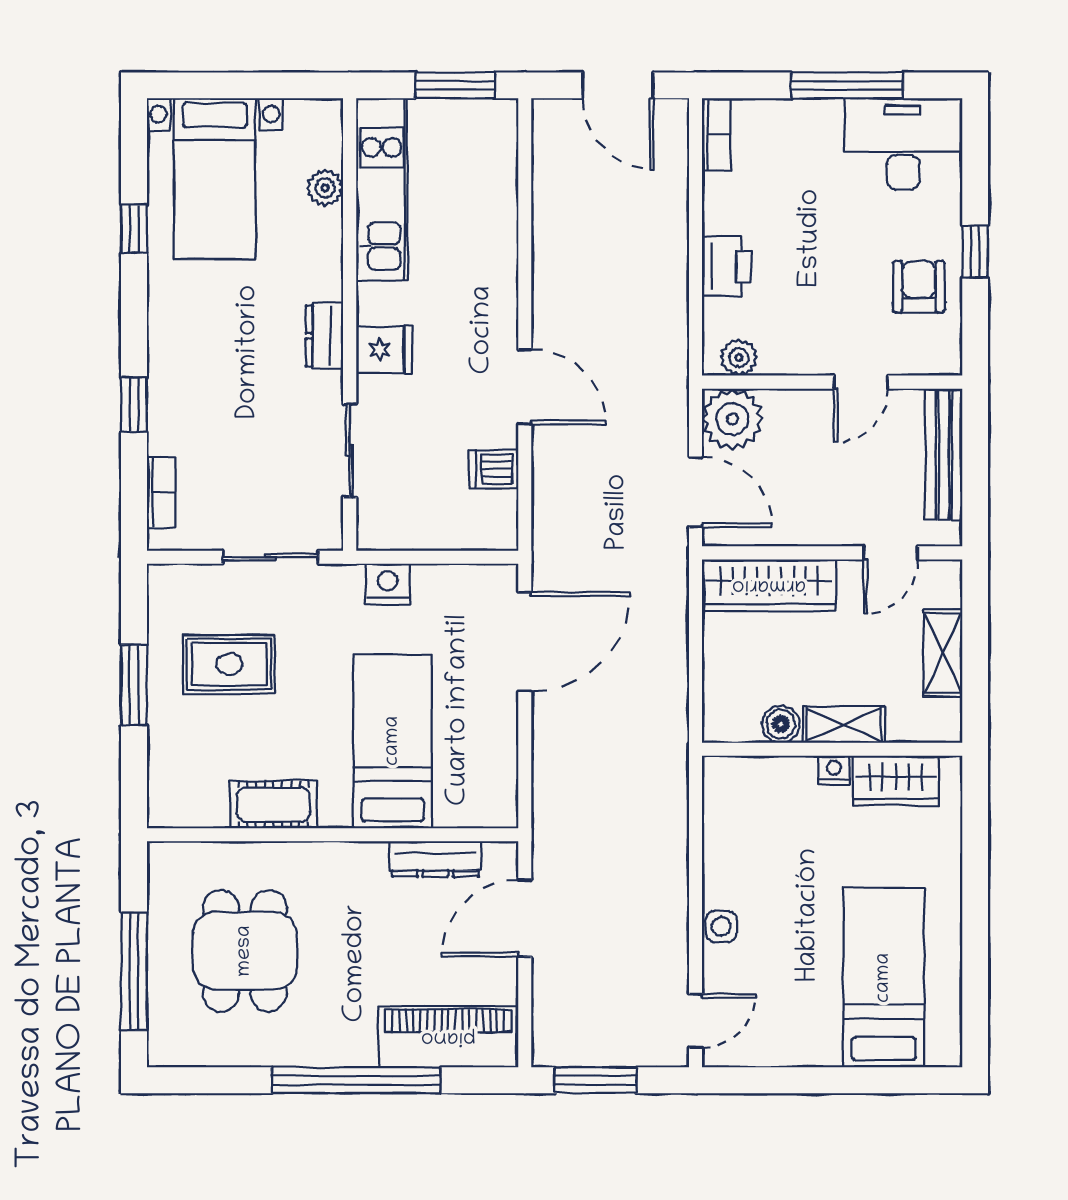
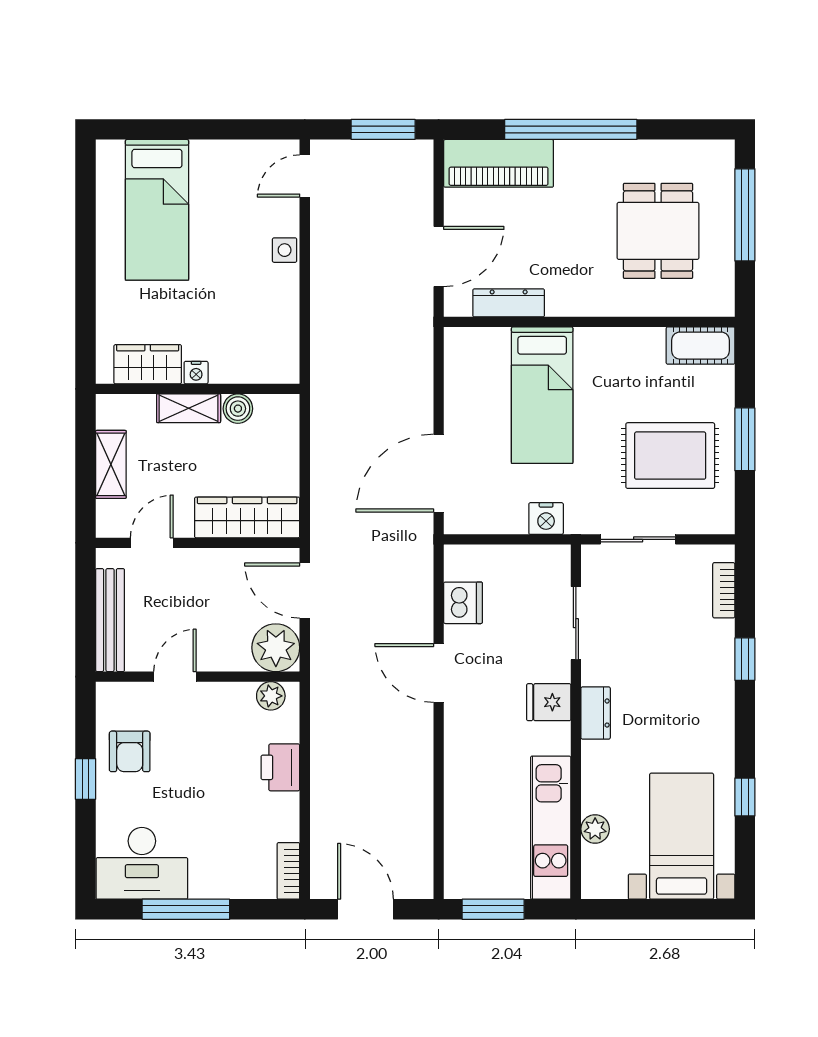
dishwasher: (494, 469) -> (463, 603), width x1.38
rug: (229, 664) -> (670, 456), width x1.36, depth x1.43
cot: (273, 804) -> (701, 346), moved

